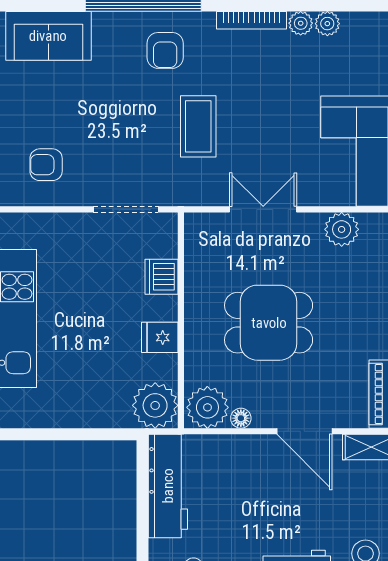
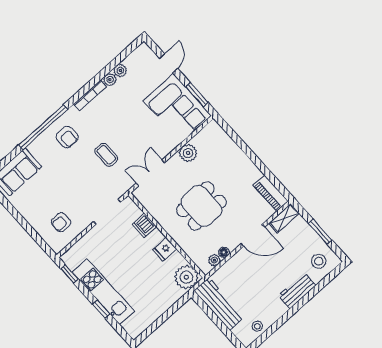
coffee table: (198, 126) -> (106, 155), width x0.73, depth x0.77
double door: (263, 209) -> (150, 173), moved
plant: (342, 229) -> (188, 153), moved
plant: (207, 407) -> (214, 260), width x0.53, depth x0.53

